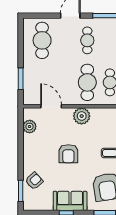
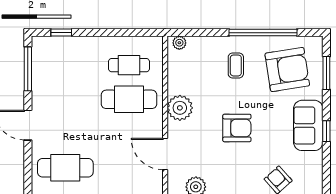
cafe table: (87, 40) -> (65, 99), removed
door: (51, 106) -> (165, 154), hinge flipped

